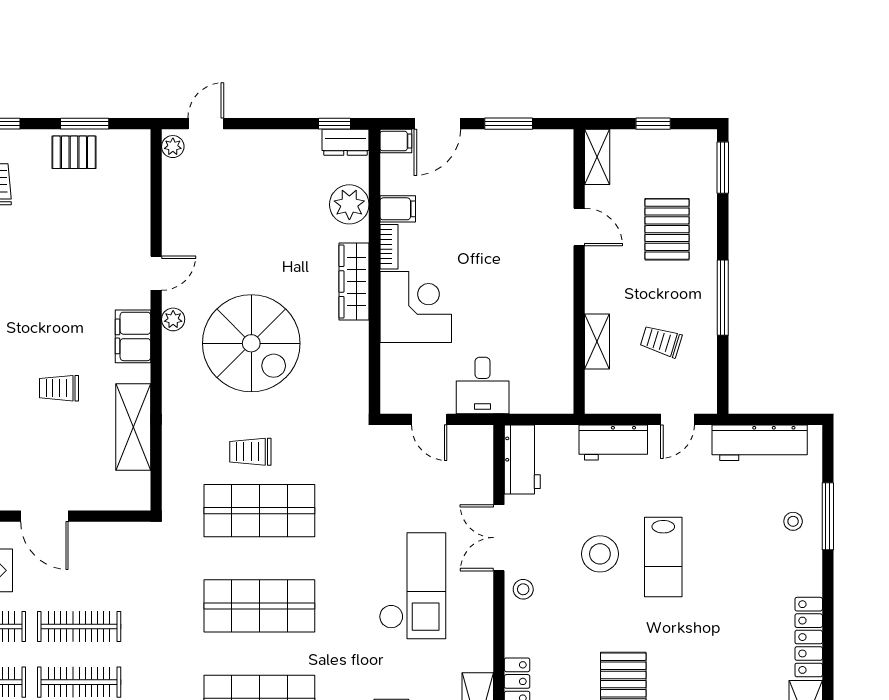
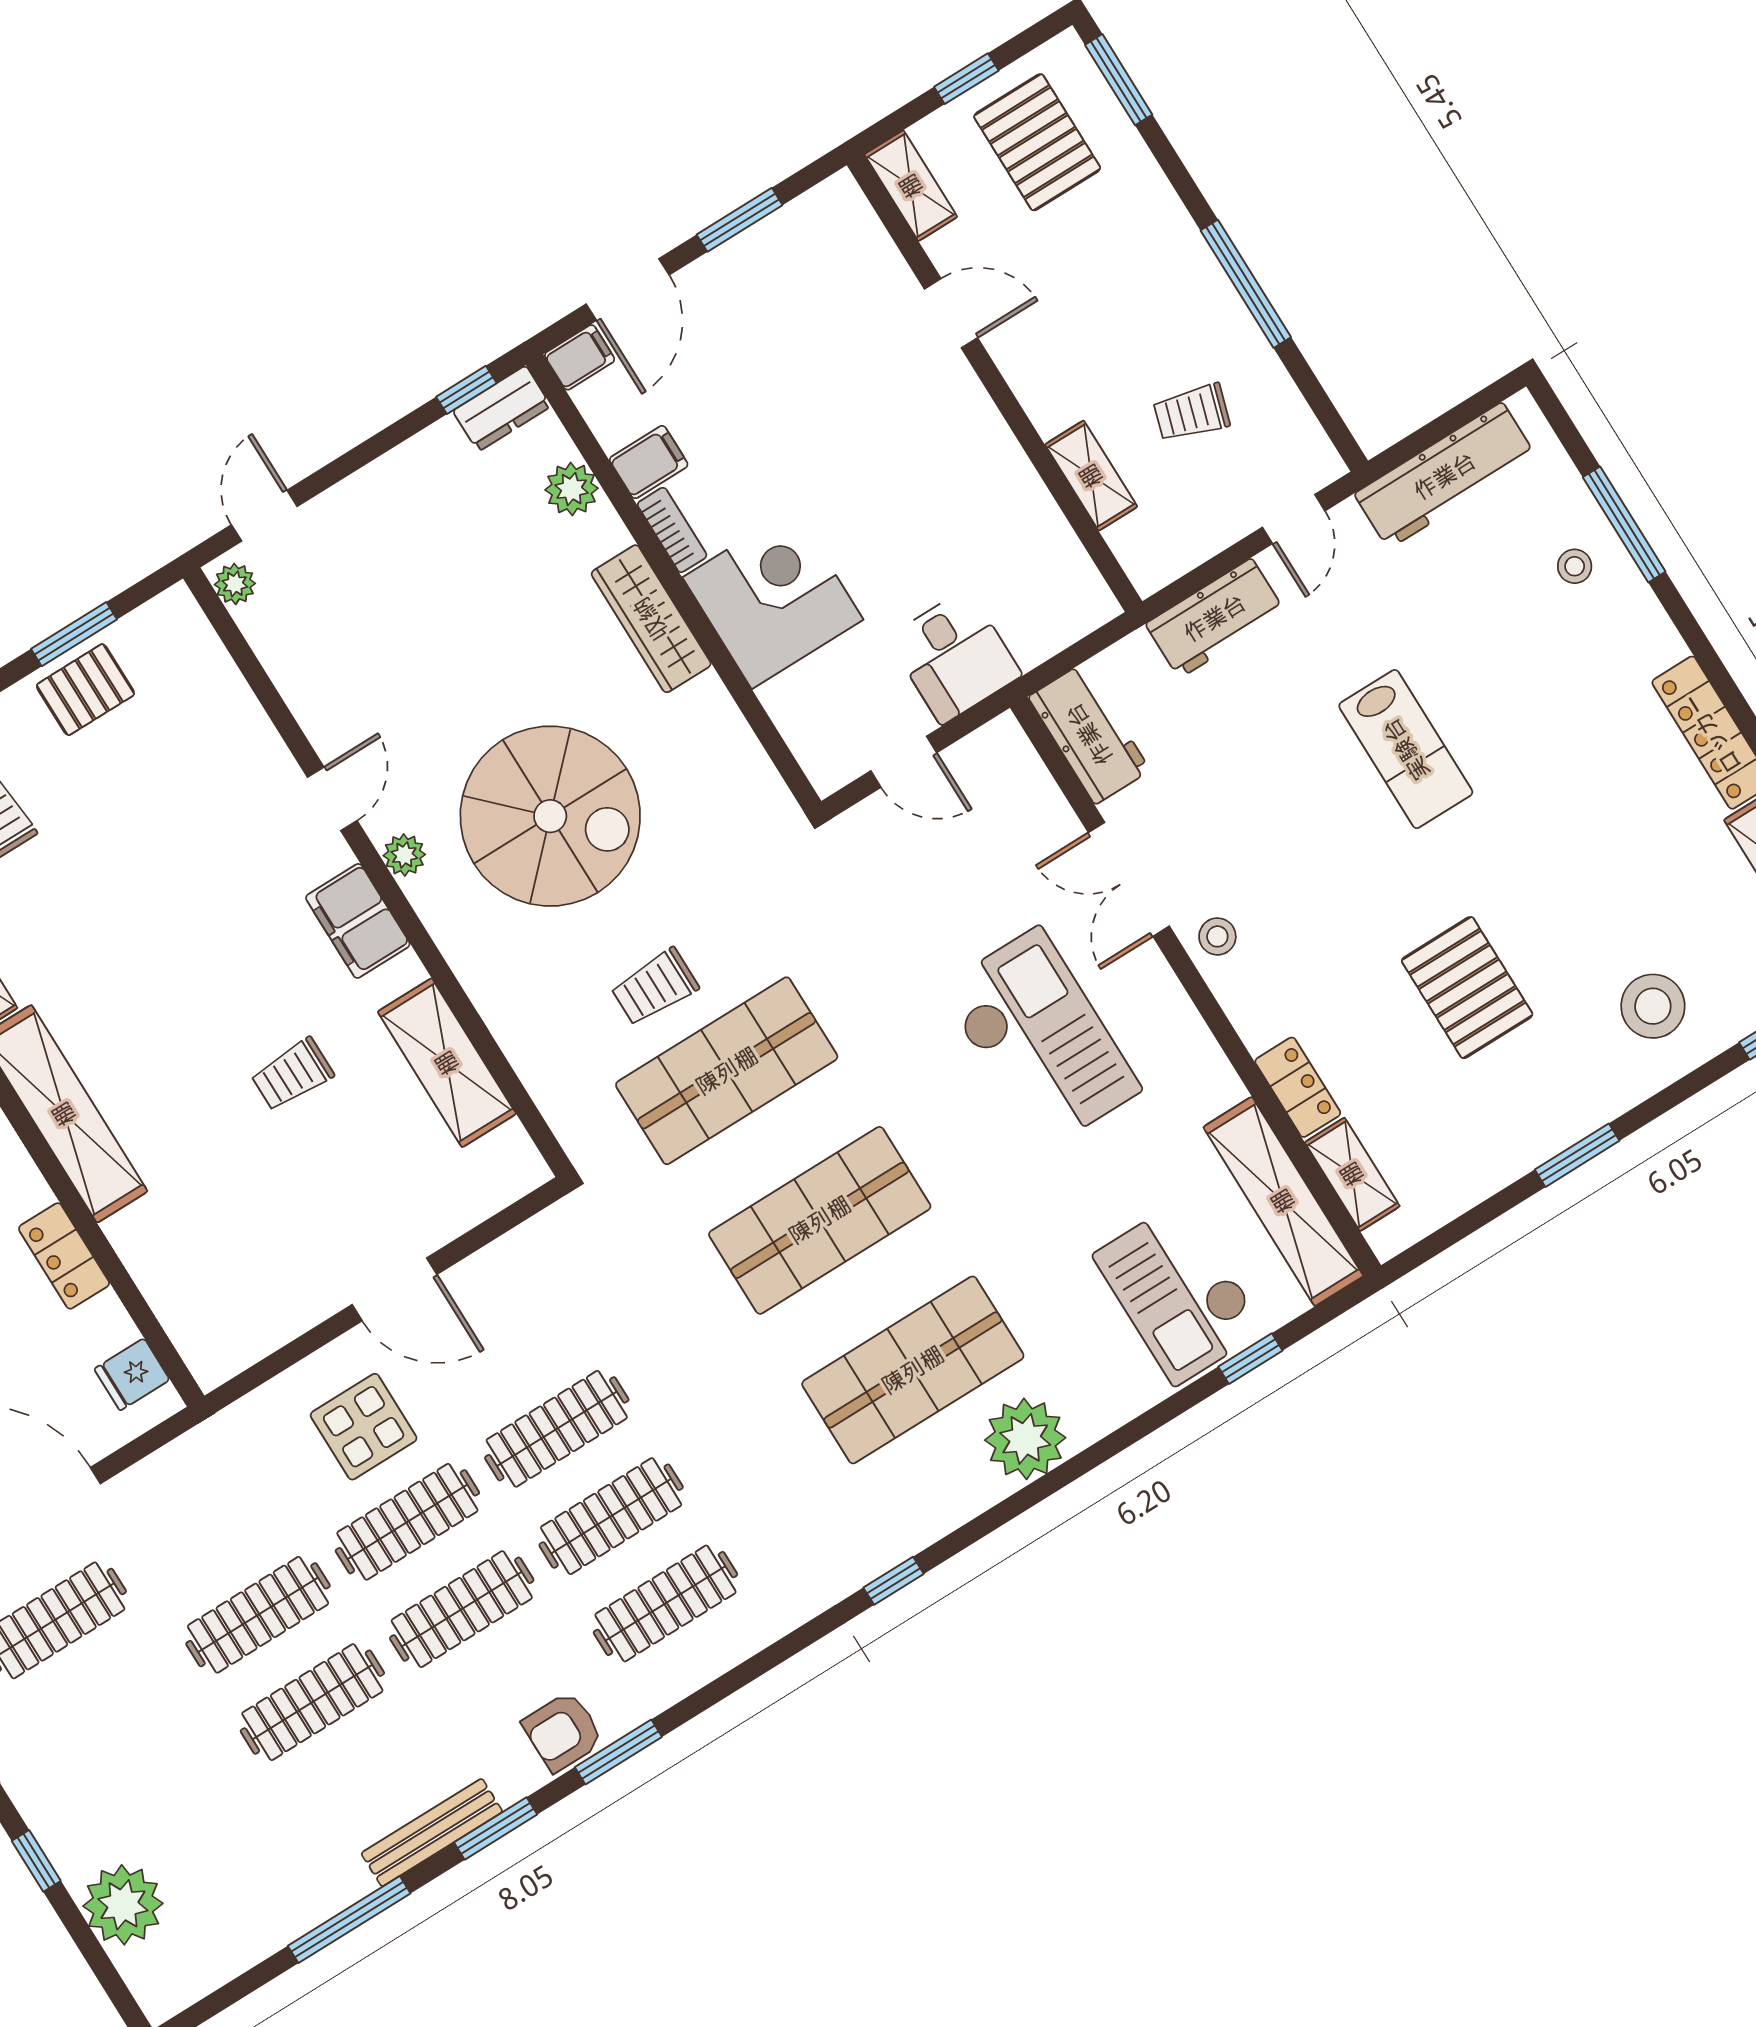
plant: (349, 204) -> (572, 489), width x0.73, depth x0.73
pallet: (667, 229) -> (1037, 142), moved
stool: (600, 554) -> (1303, 806), removed

